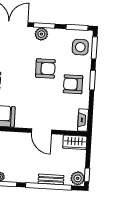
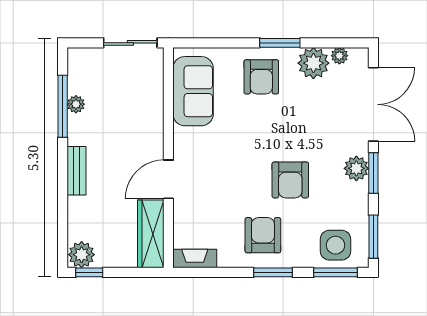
wardrobe: (75, 142) -> (151, 234), width x1.50
bench: (51, 179) -> (76, 171), moved
window: (48, 186) -> (63, 199), removed

